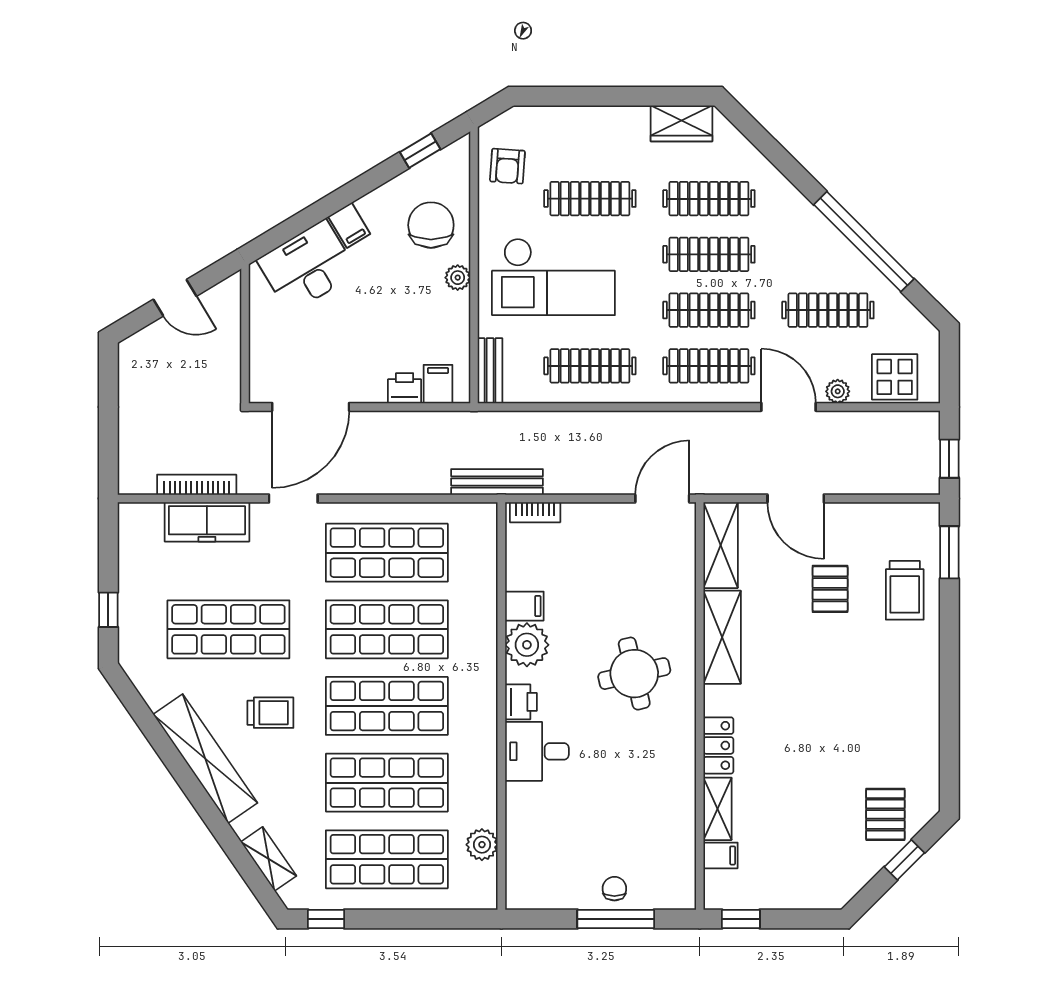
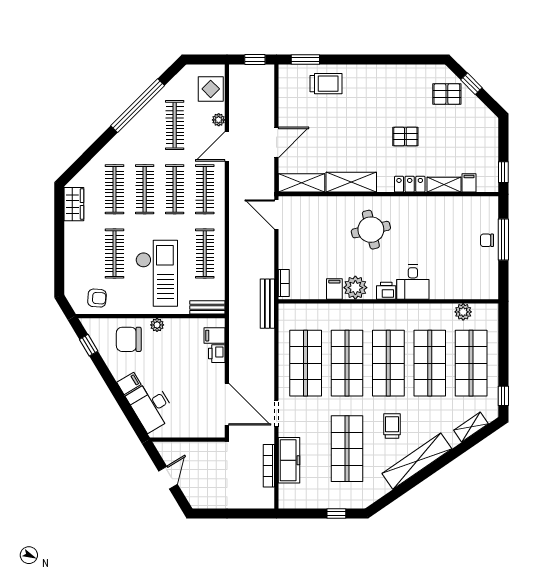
pallet: (830, 589) -> (405, 137), moved

